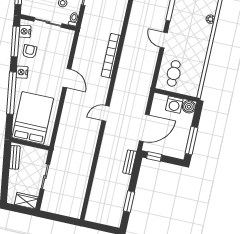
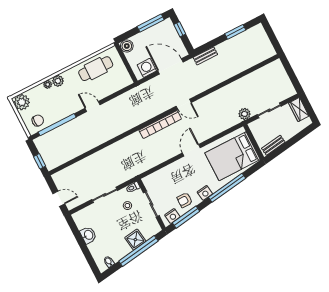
plant: (207, 30) -> (58, 81), added
door: (164, 40) -> (93, 106), swing flipped
bookcase: (111, 56) -> (160, 125), moved
cafe table: (174, 73) -> (96, 69), moved, width x1.37, depth x1.35
door: (67, 78) -> (191, 150), moved
washing machine: (174, 105) -> (147, 68), moved, turned -90
plant: (58, 155) -> (244, 114), added
window: (154, 156) -> (180, 29), moved

